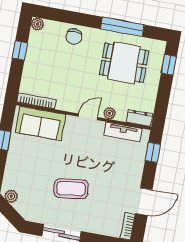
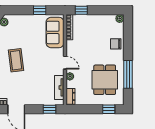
window: (20, 50) -> (81, 10), moved

